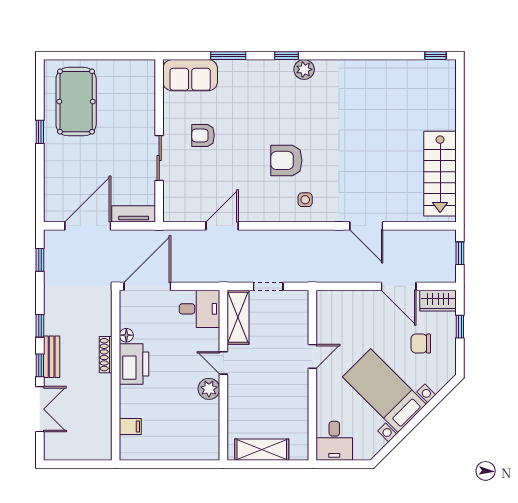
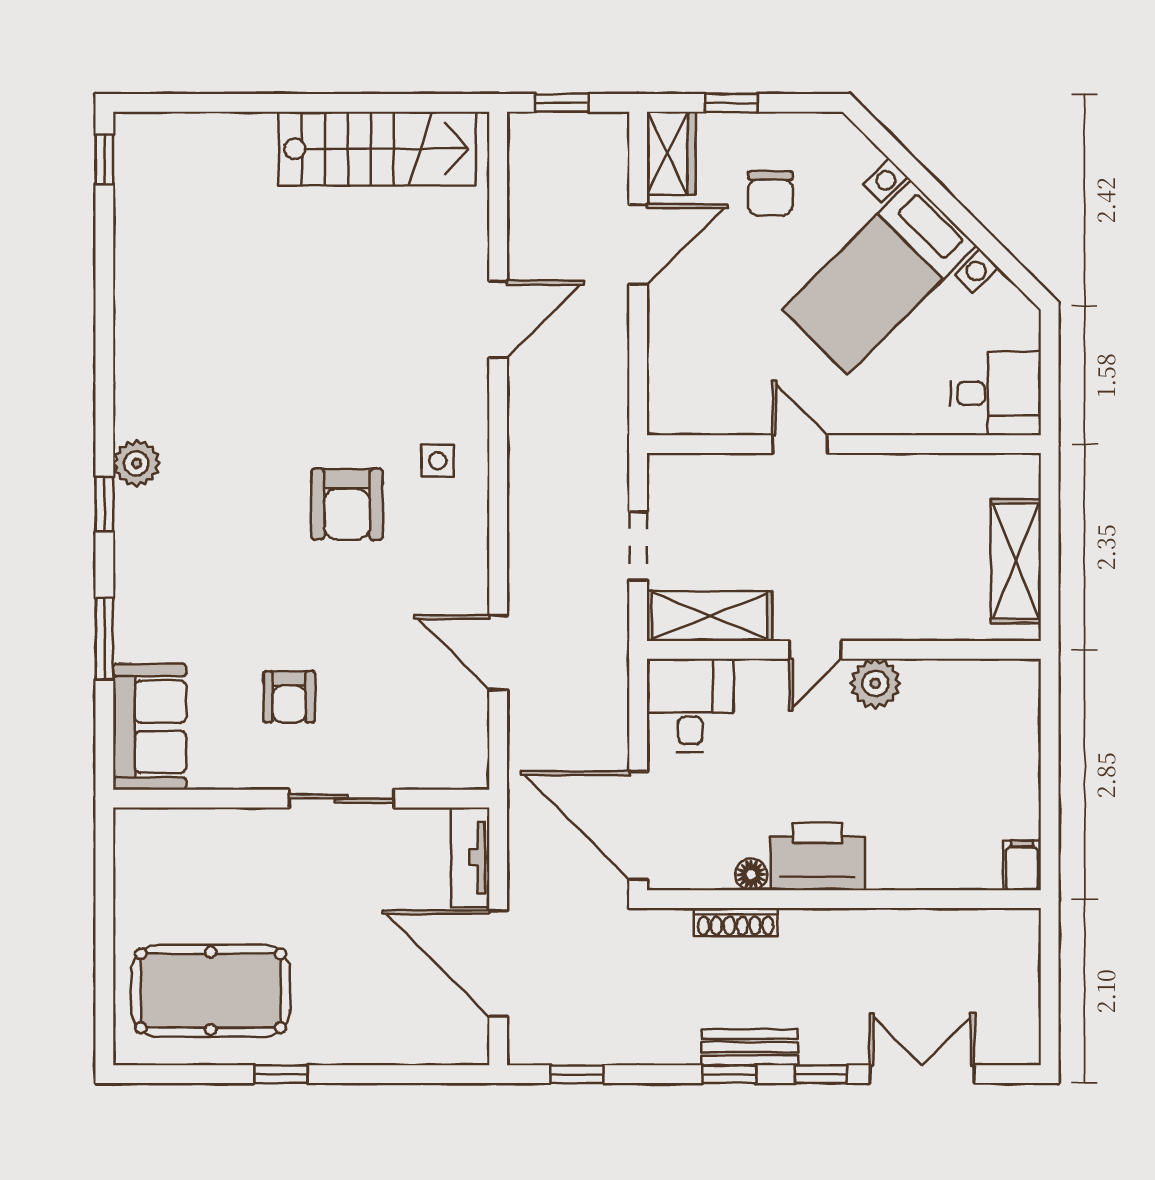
shoe rack: (106, 355) -> (736, 922), moved
bench: (52, 357) -> (750, 1047), moved
filing cabinet: (130, 426) -> (1022, 865), moved

